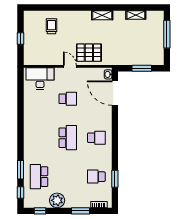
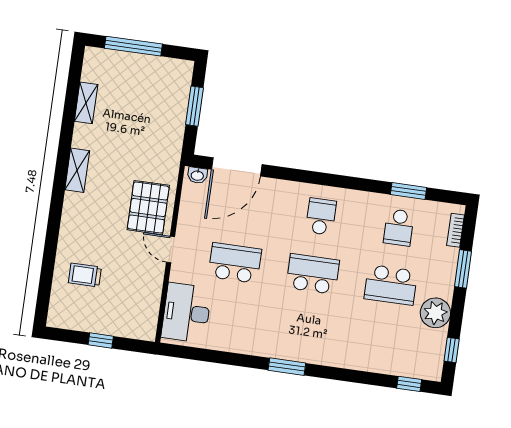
door: (70, 66) -> (171, 249), hinge flipped
school desk: (68, 99) -> (235, 263), width x1.85
window: (21, 170) -> (287, 367), moved
school desk: (39, 177) -> (391, 285), moved

